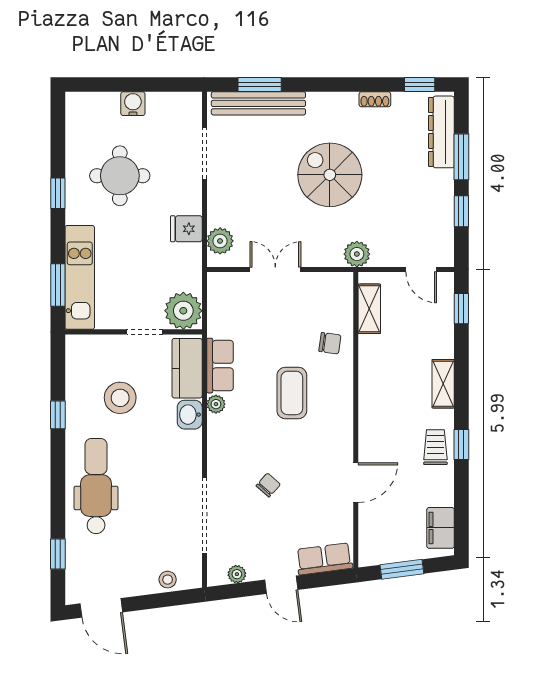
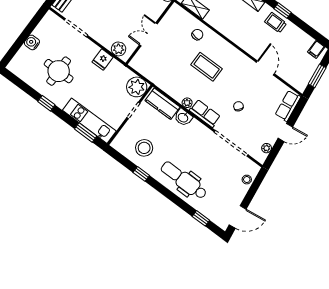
row of seats: (220, 366) -> (205, 113), moved
stool: (120, 398) -> (144, 148), moved
filing cabinet: (441, 528) -> (316, 49), width x0.50

